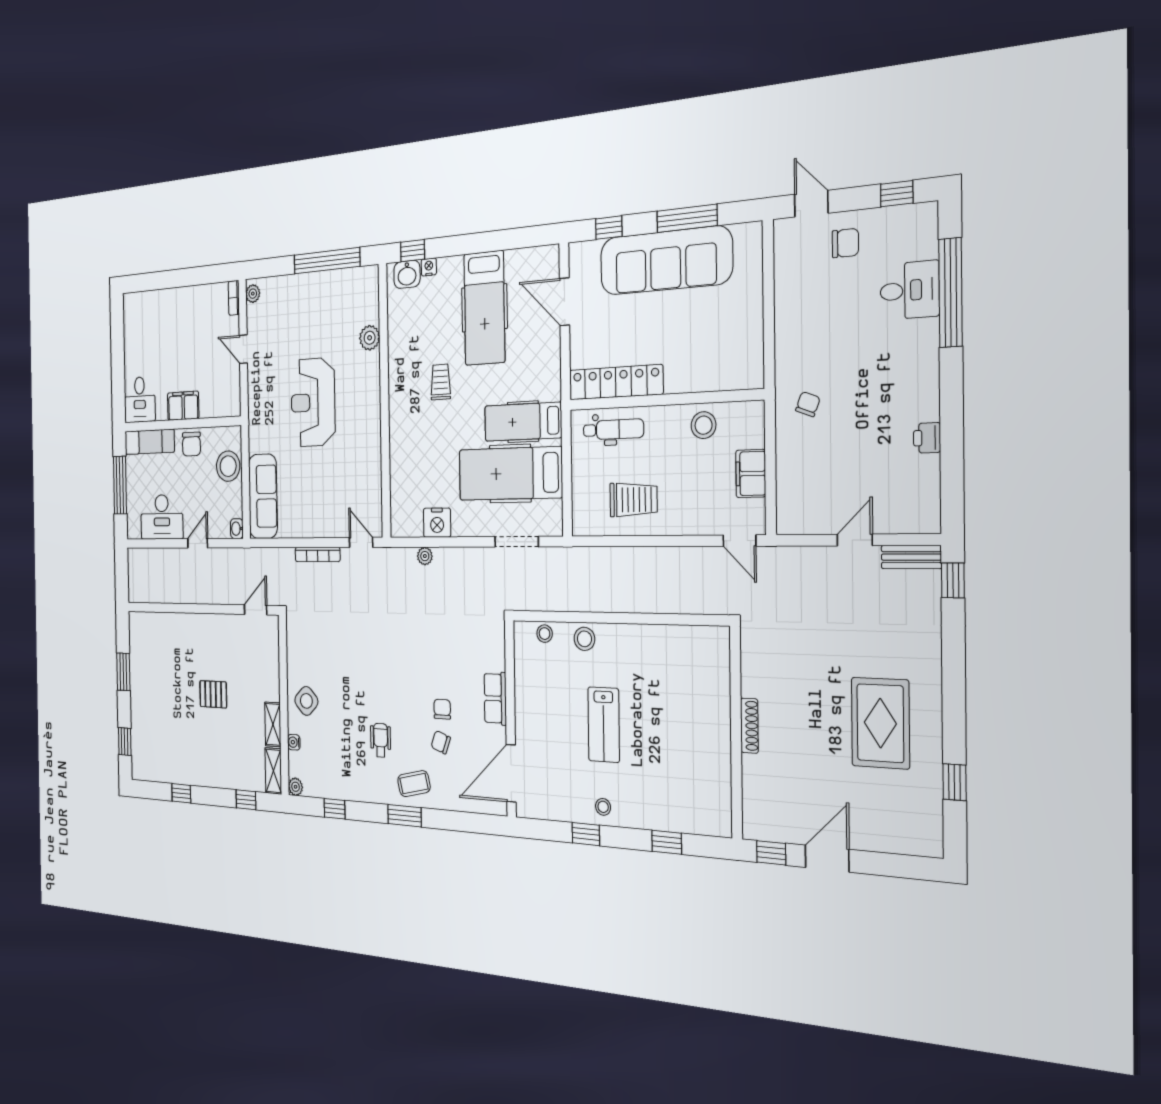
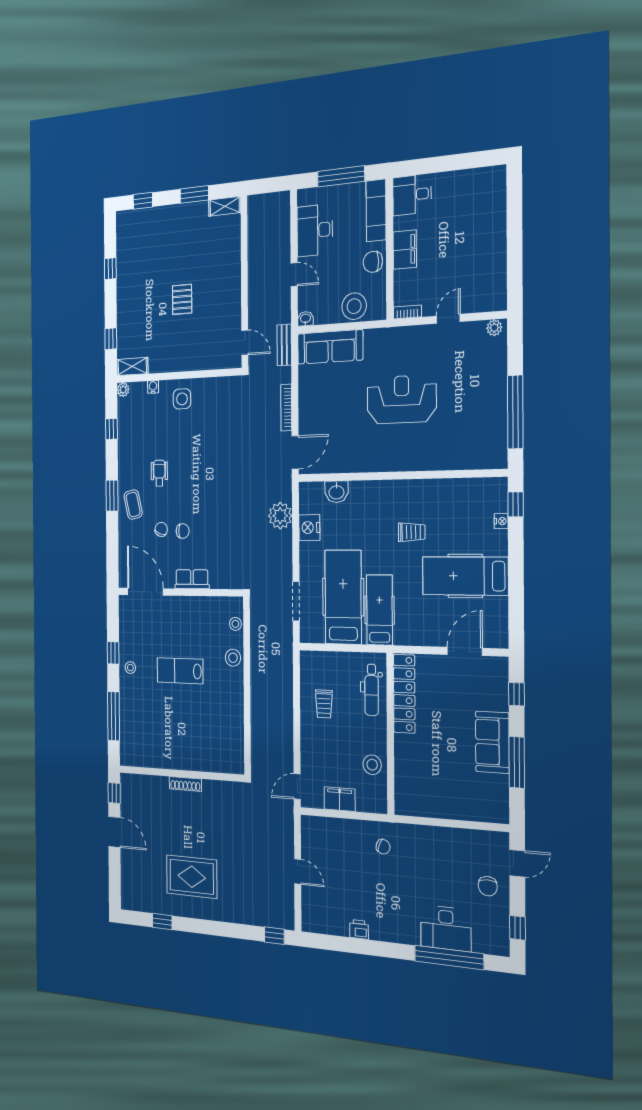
sofa: (666, 261) -> (492, 742), width x0.54, depth x0.79
washbasin: (407, 274) -> (336, 492), moved, turned -90
desk: (910, 290) -> (446, 928), width x1.37
bookcase: (234, 298) -> (407, 312), moved
plant: (370, 338) -> (449, 459), removed
trolley: (633, 500) -> (324, 704), width x0.73, depth x0.72
door: (361, 542) -> (295, 452), width x1.38
plant: (425, 556) -> (280, 516), width x1.88, depth x1.88
bench: (911, 557) -> (284, 345), moved
side table: (306, 701) -> (182, 399), turned 45
shelving: (273, 724) -> (225, 206), moved
wheelchair: (381, 740) -> (159, 473), turned -90
window: (667, 842) -> (114, 716), width x2.17

